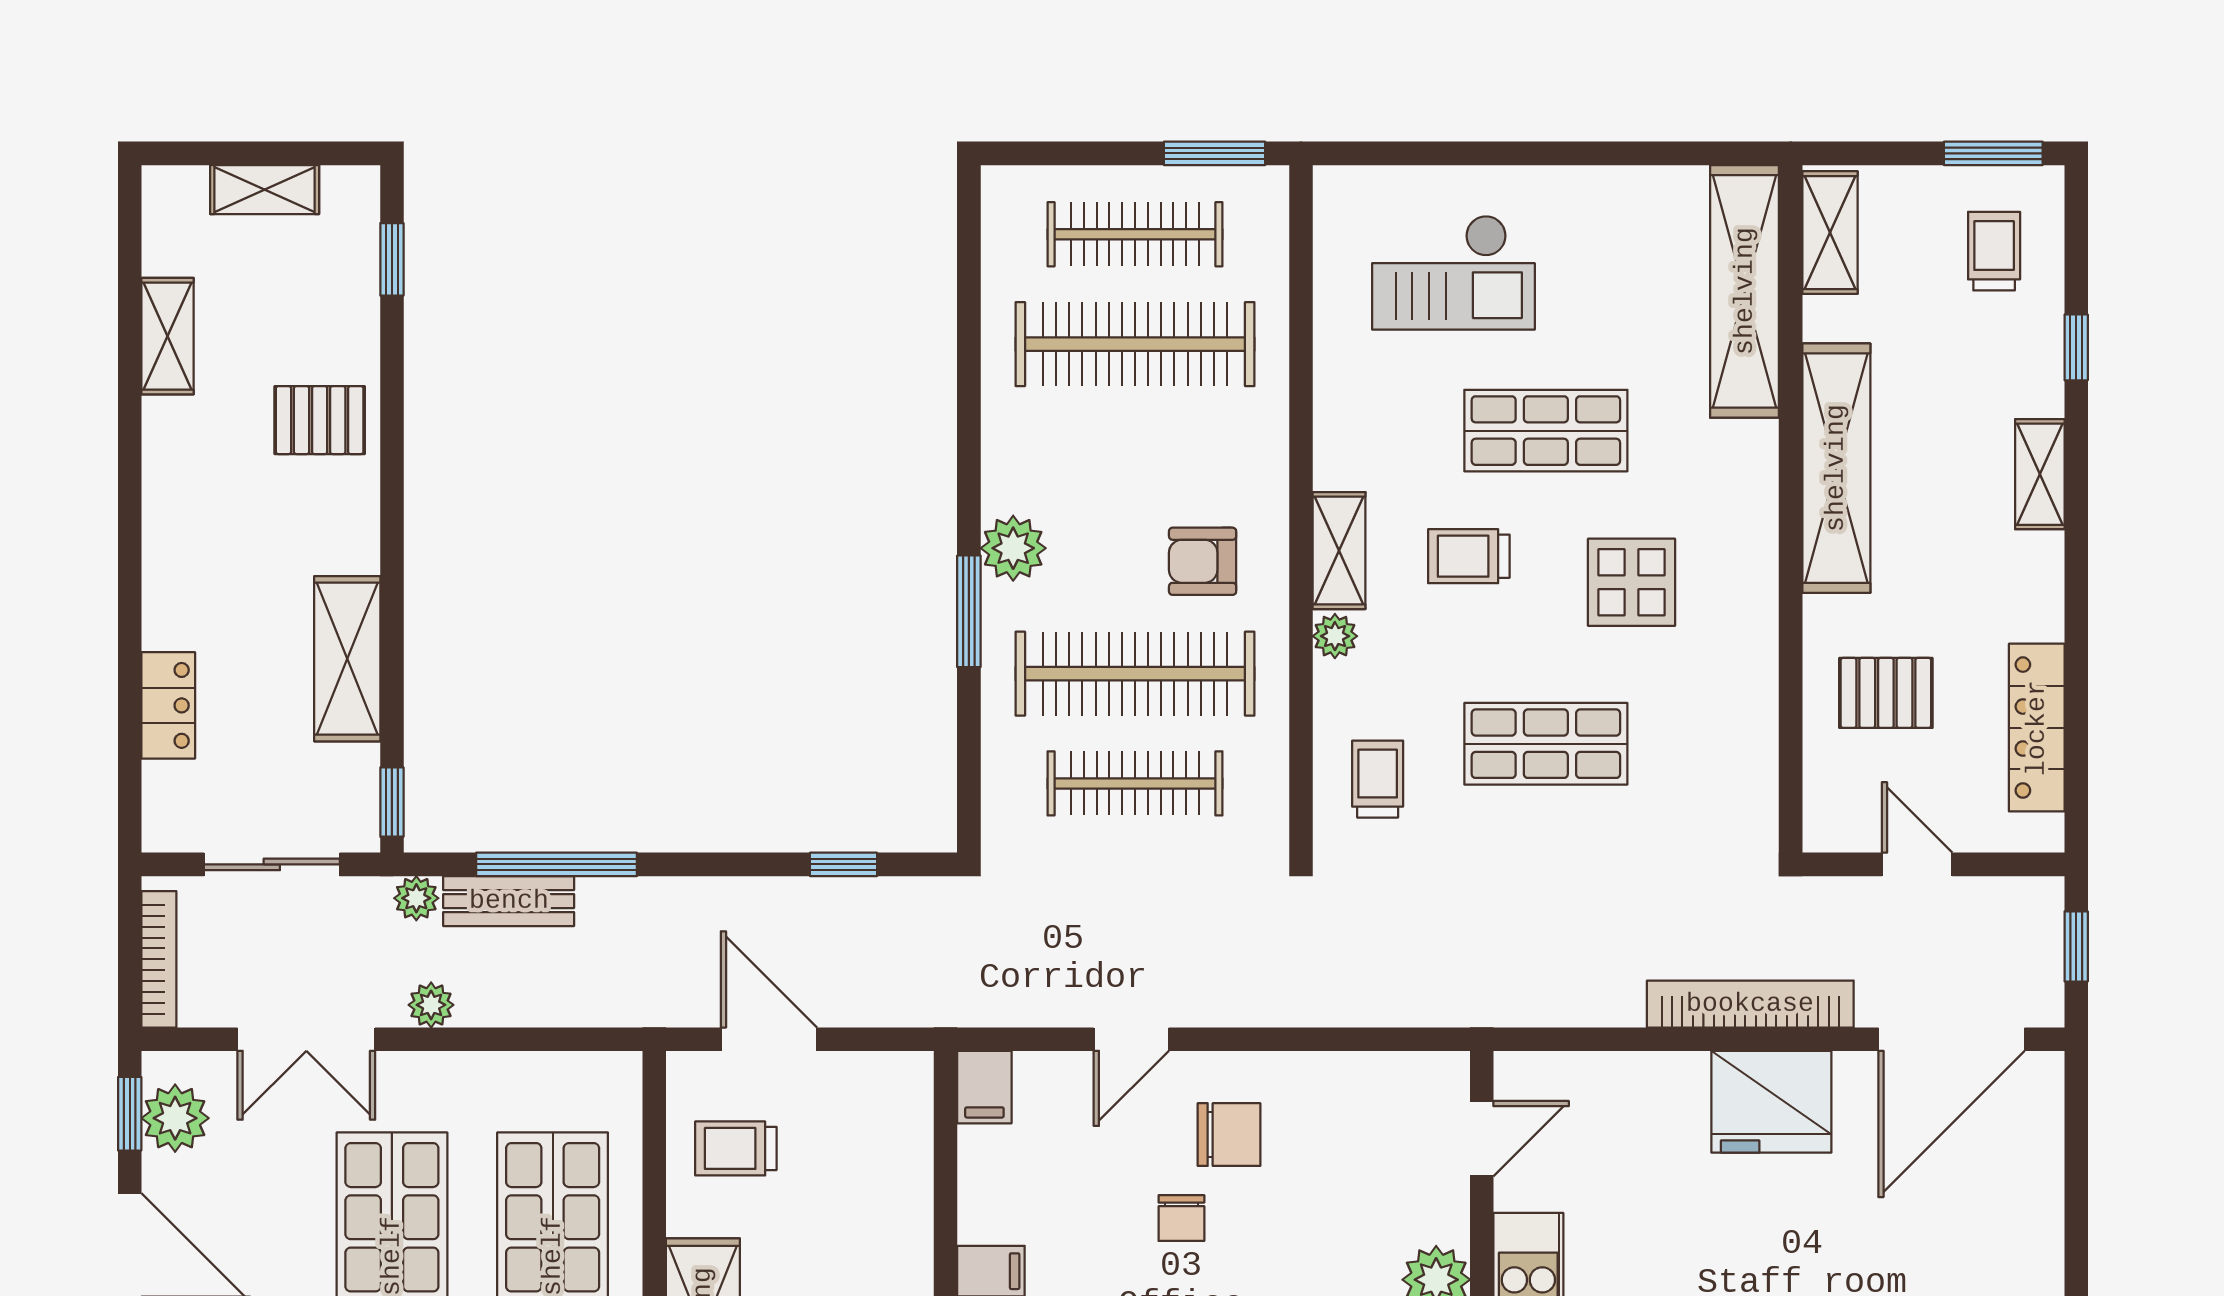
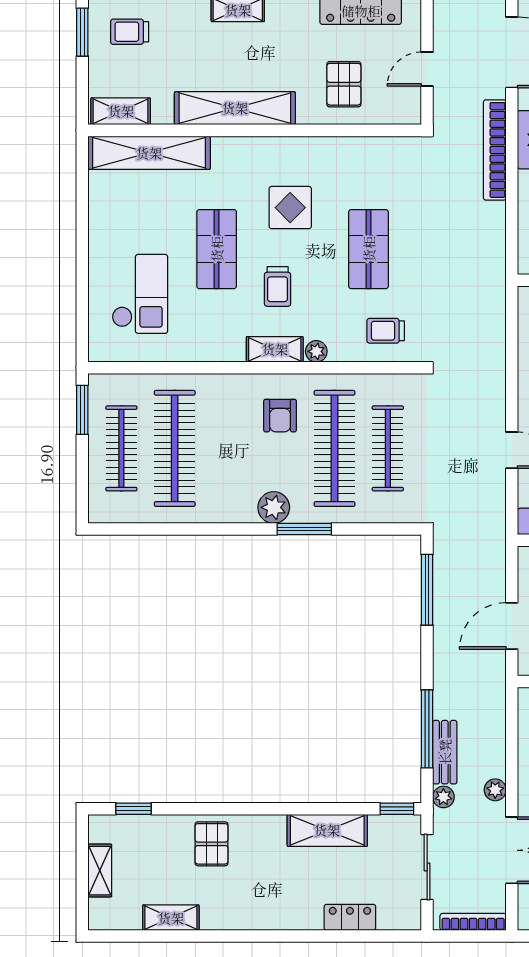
window: (843, 864) -> (427, 590), width x2.17

